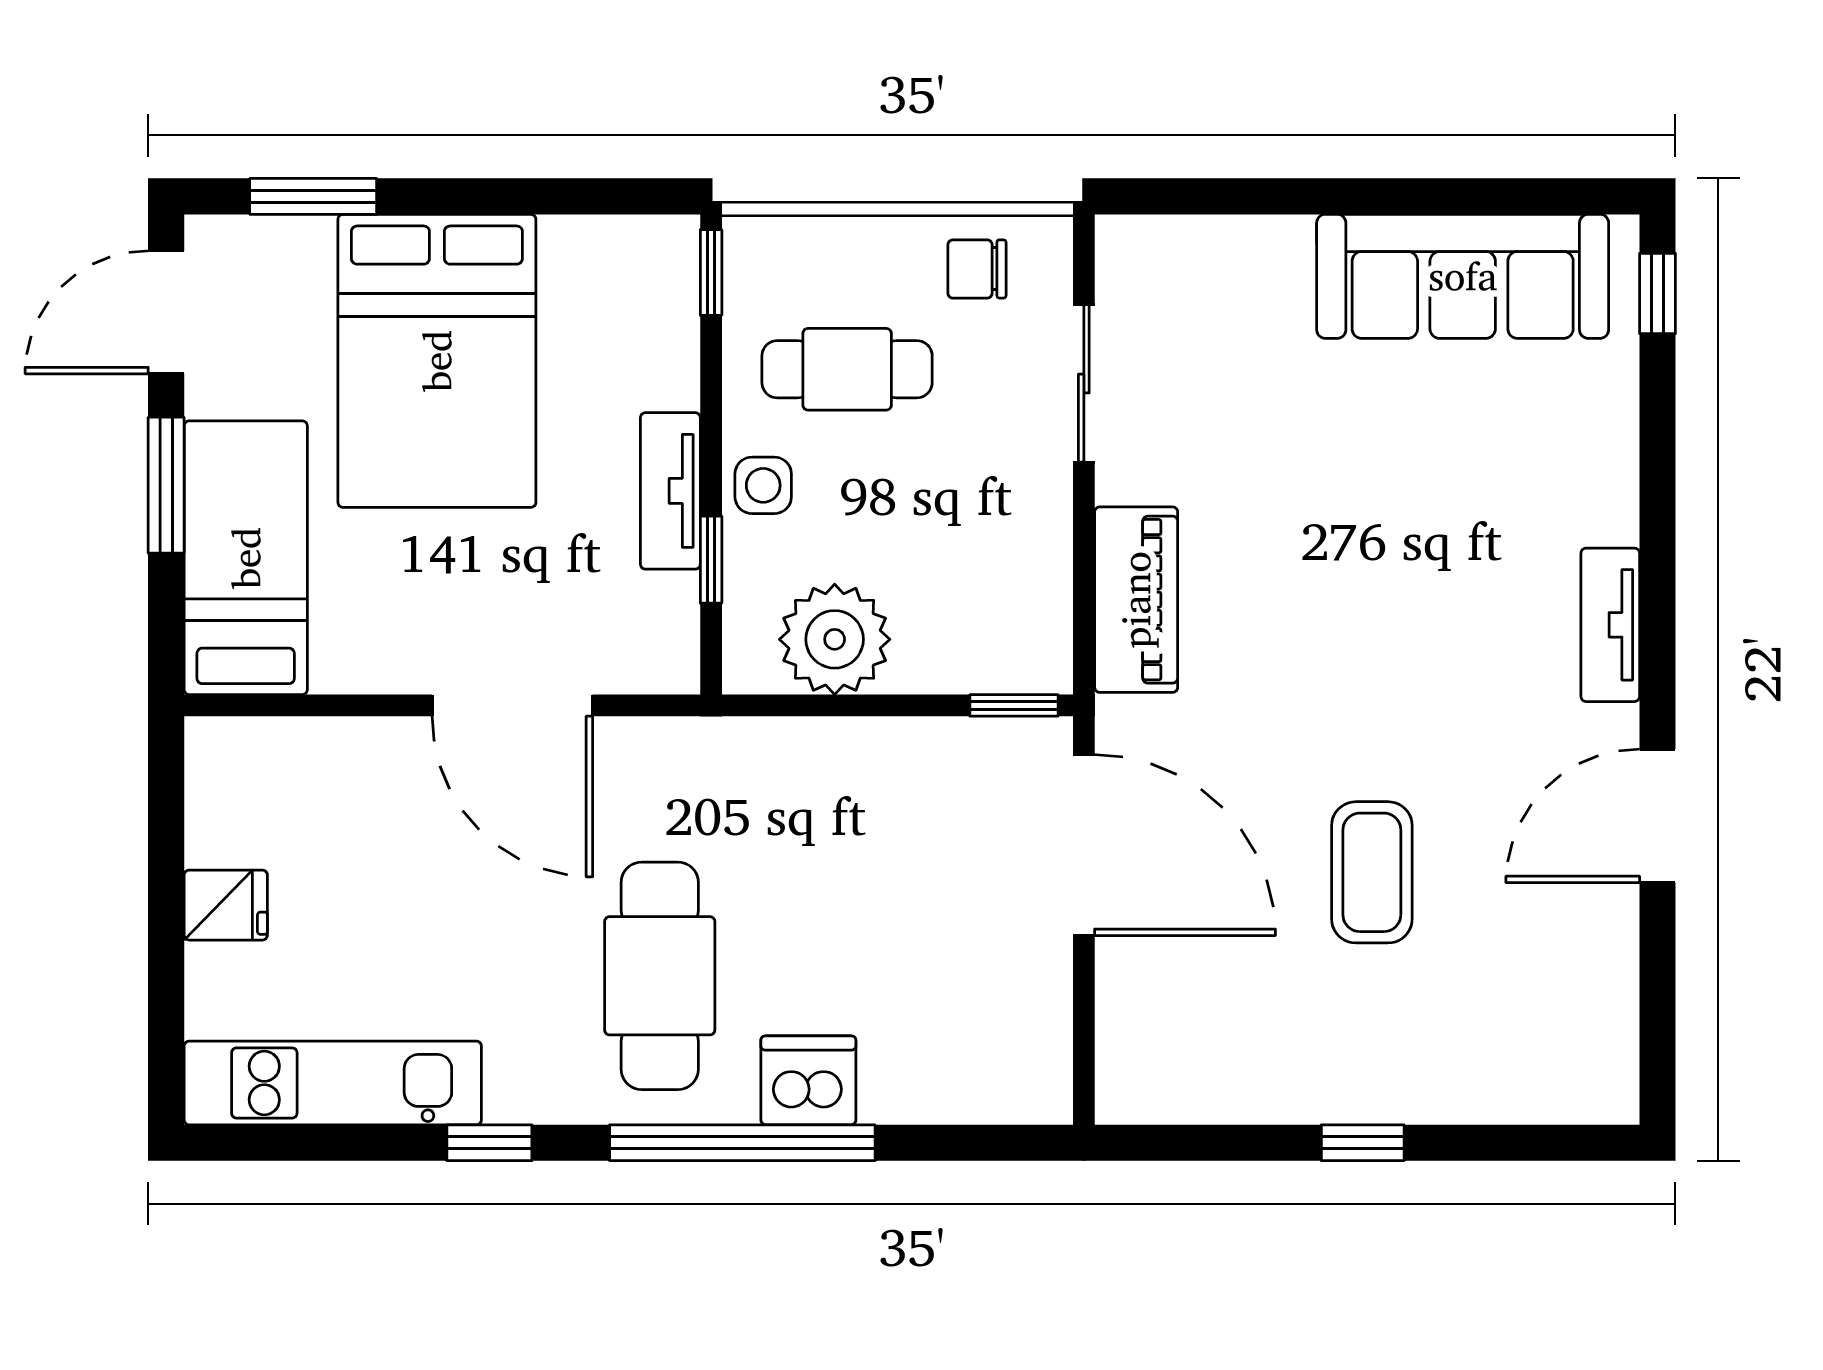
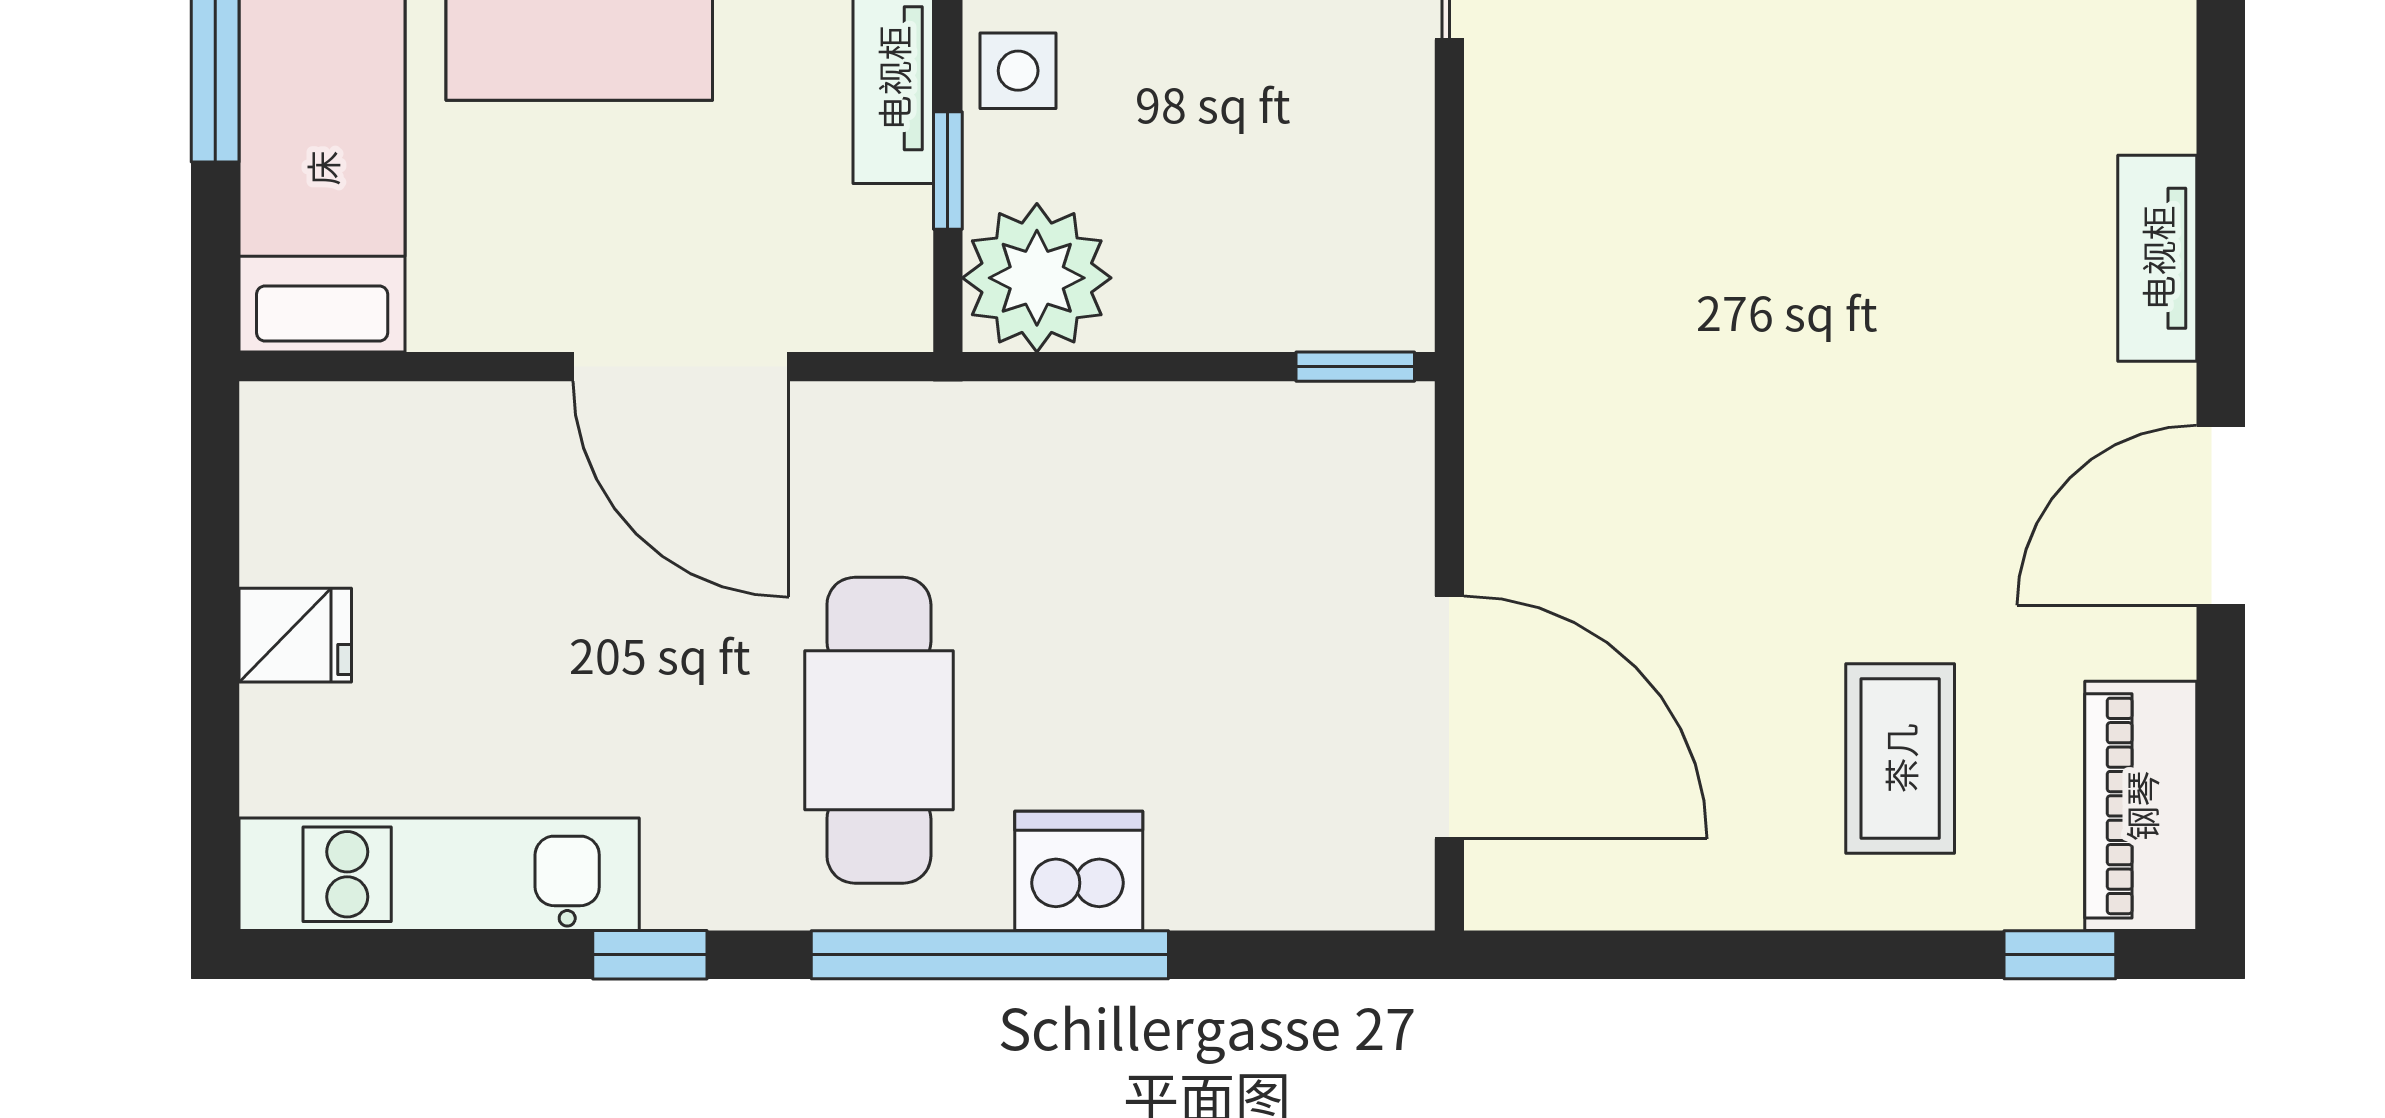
piano: (1136, 600) -> (2141, 806), moved, turned 180
plant: (835, 639) -> (1037, 278), moved
door: (1084, 845) -> (1449, 717), moved
coffee table: (1372, 872) -> (1900, 758), moved
window: (1363, 1143) -> (2060, 955), moved

